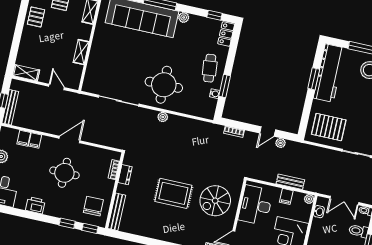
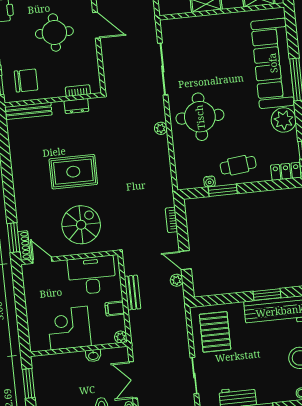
plant: (184, 17) -> (284, 120), width x1.87, depth x1.87
bench: (290, 182) -> (132, 293), moved
rug: (173, 193) -> (73, 172), turned 90
spiral stairs: (215, 201) -> (81, 225), turned 90
washbasin: (319, 212) -> (93, 356), moved

